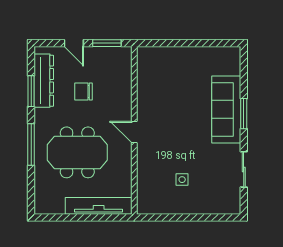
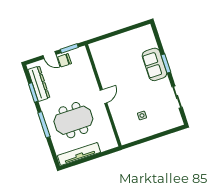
chair: (83, 92) -> (65, 60), moved
sofa: (226, 109) -> (154, 64), width x0.73
door: (134, 132) -> (104, 96), swing flipped
tv unit: (99, 206) -> (79, 154), moved

